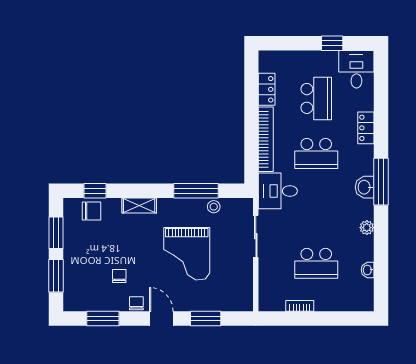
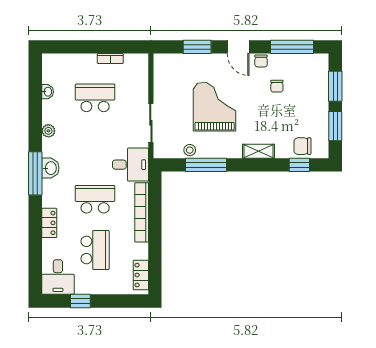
locker: (267, 89) -> (141, 275), moved
school desk: (316, 98) -> (95, 250), turned 180
window: (103, 319) -> (292, 47), width x1.44

